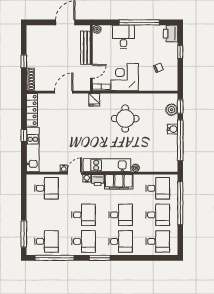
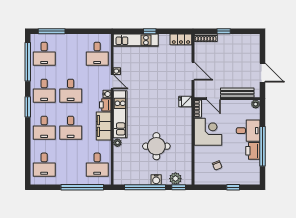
printer: (171, 34) -> (253, 151), moved, turned -90
locker: (32, 110) -> (181, 39), width x0.66
round table: (125, 119) -> (156, 146), moved
desk: (158, 215) -> (71, 165), removed

